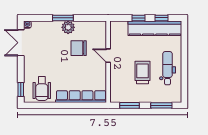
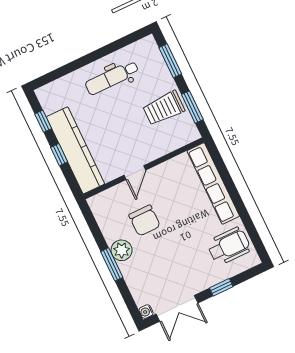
kitchen counter: (155, 28) -> (75, 150), moved
trolley: (143, 72) -> (164, 108), moved
window: (21, 89) -> (221, 287), moved

